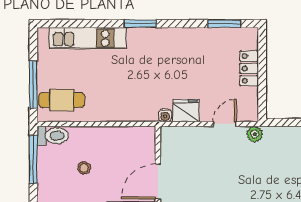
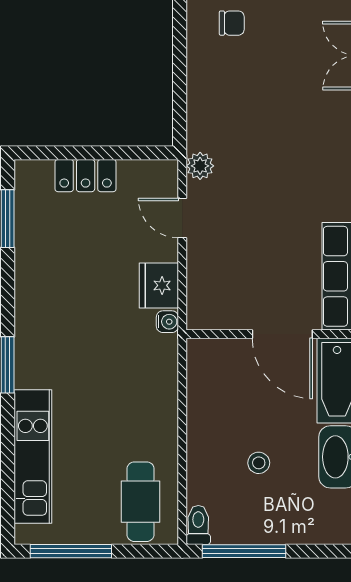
window: (33, 84) -> (71, 551), moved
toilet: (53, 136) -> (198, 525), width x0.73, depth x0.72

